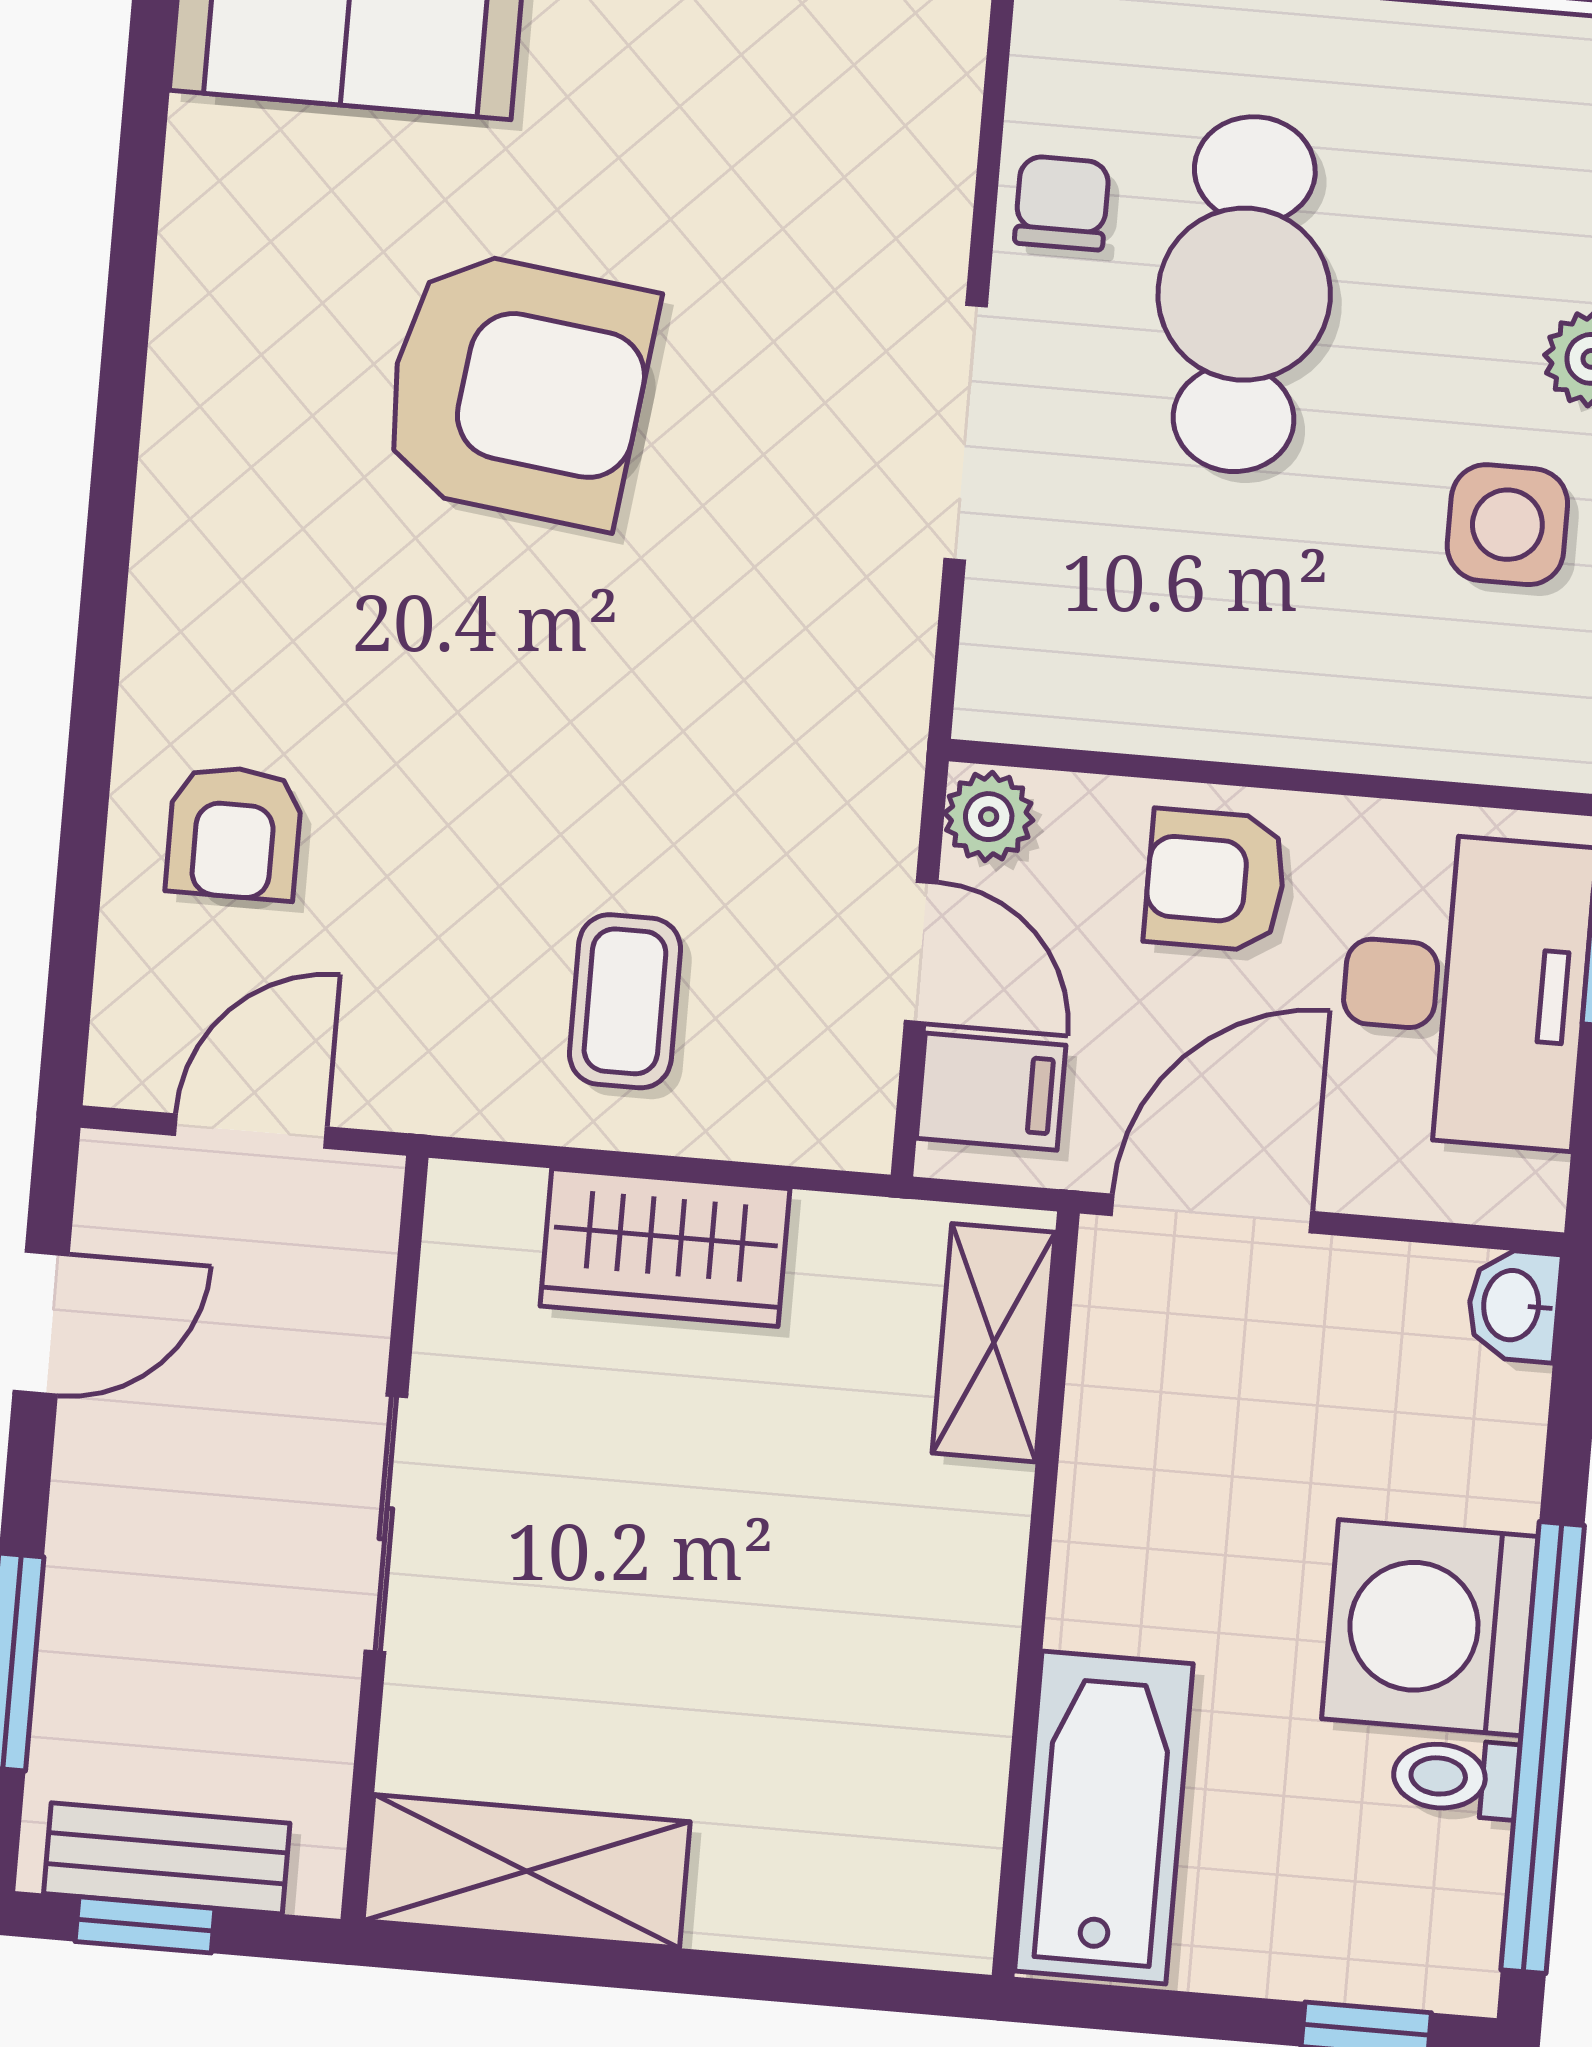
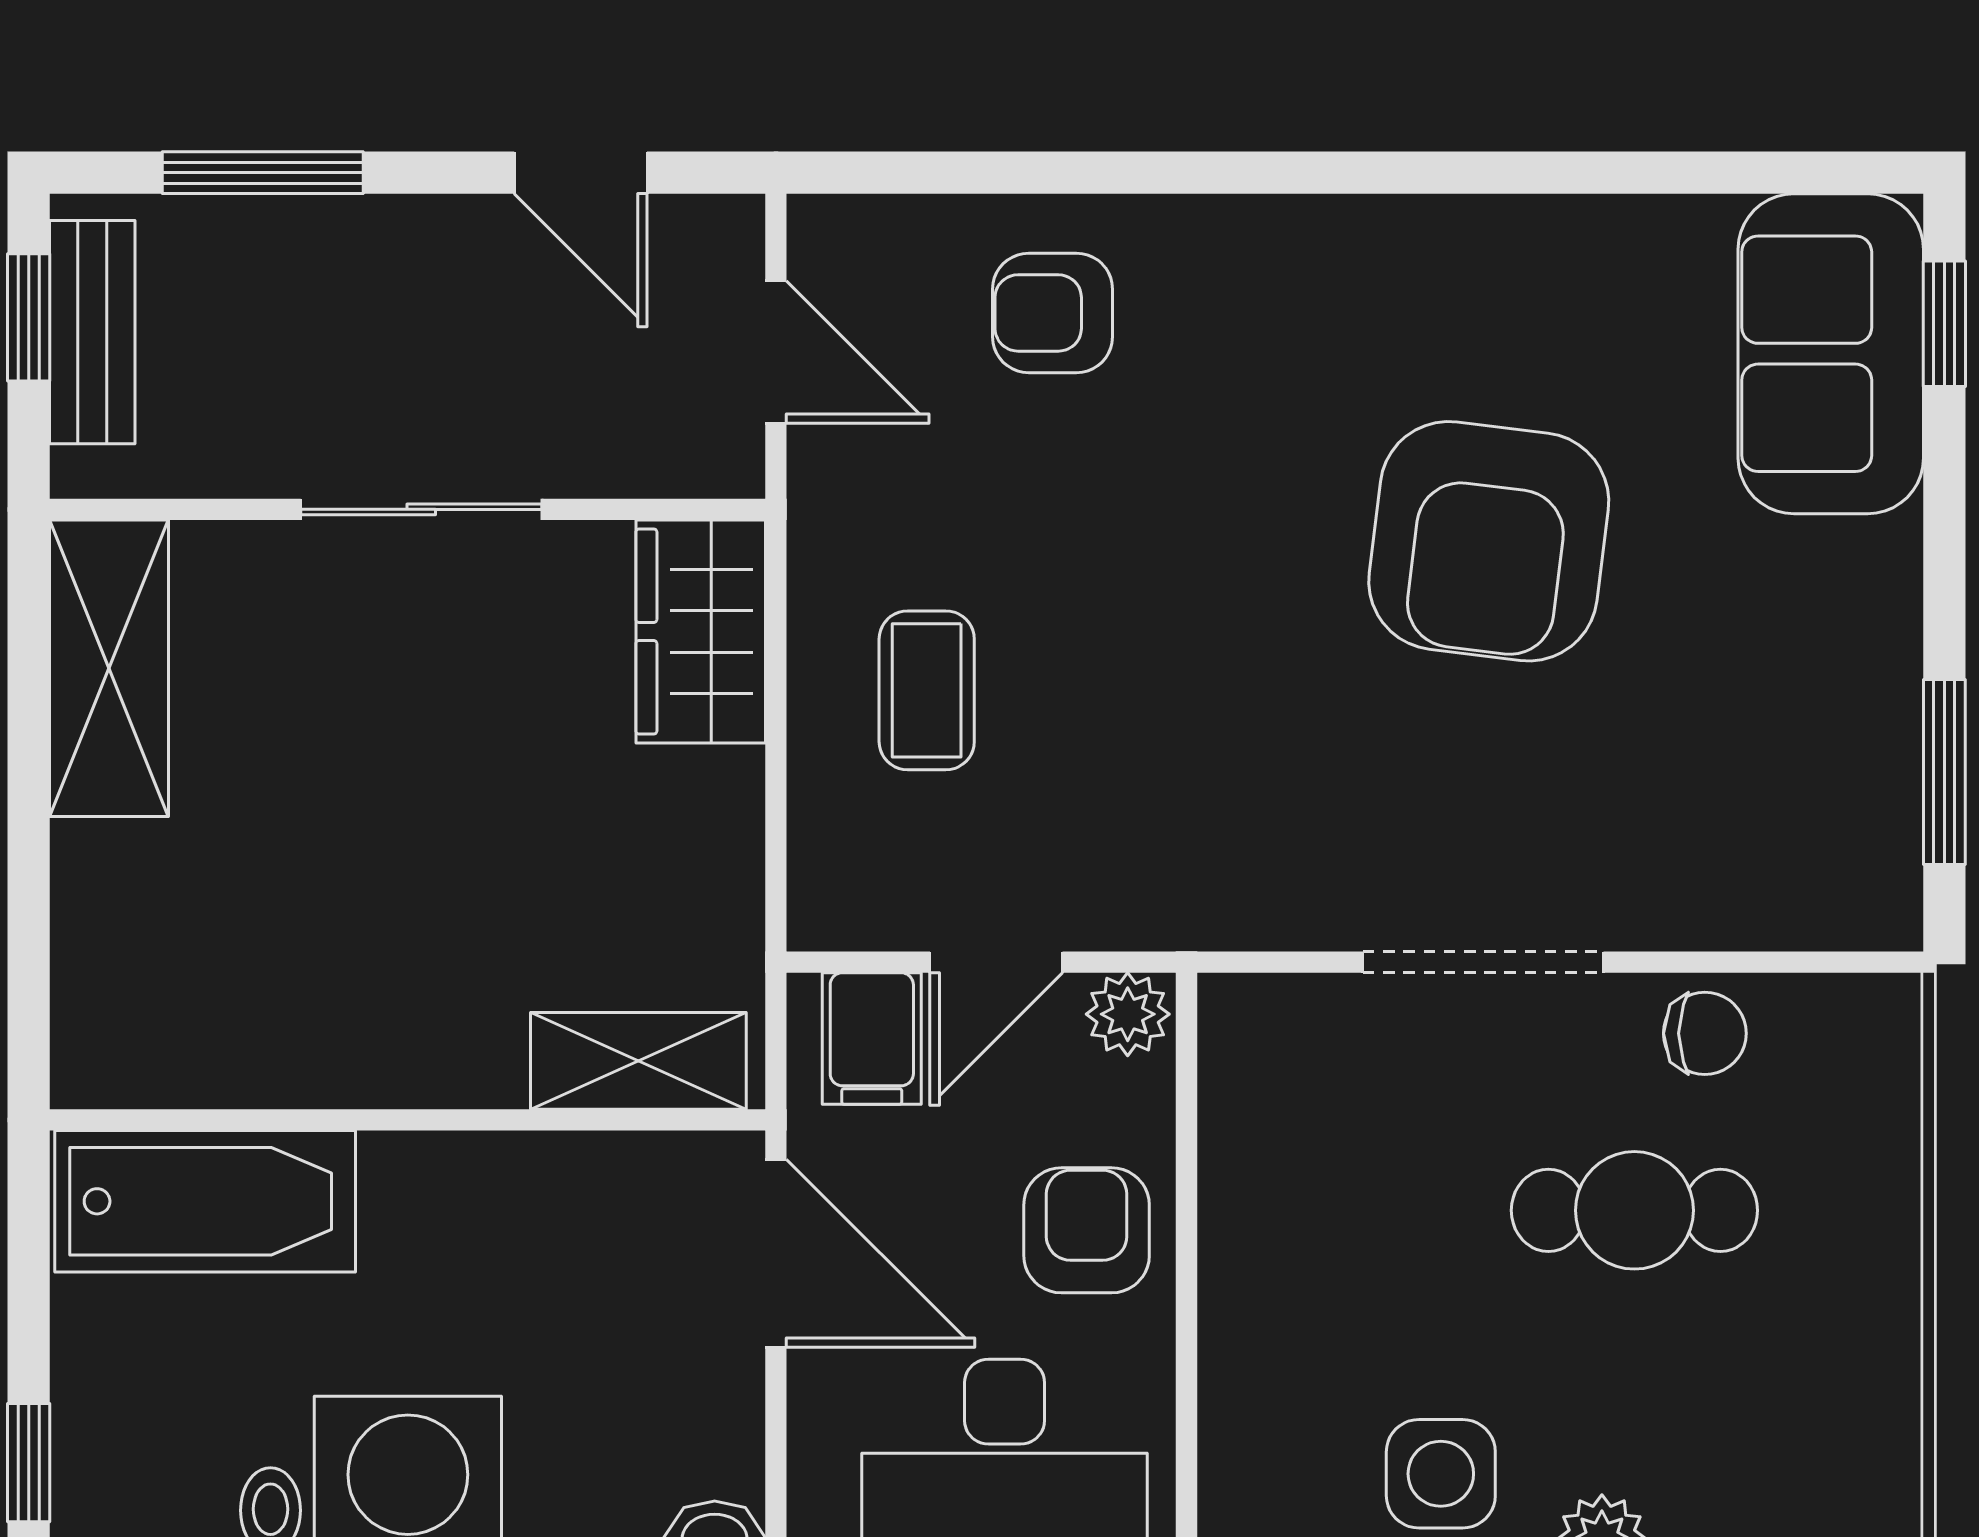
cafe table: (1244, 294) -> (1634, 1210), width x0.73, depth x0.74
coffee table: (625, 1001) -> (927, 690), turned 90
wardrobe: (665, 1247) -> (701, 632), moved

